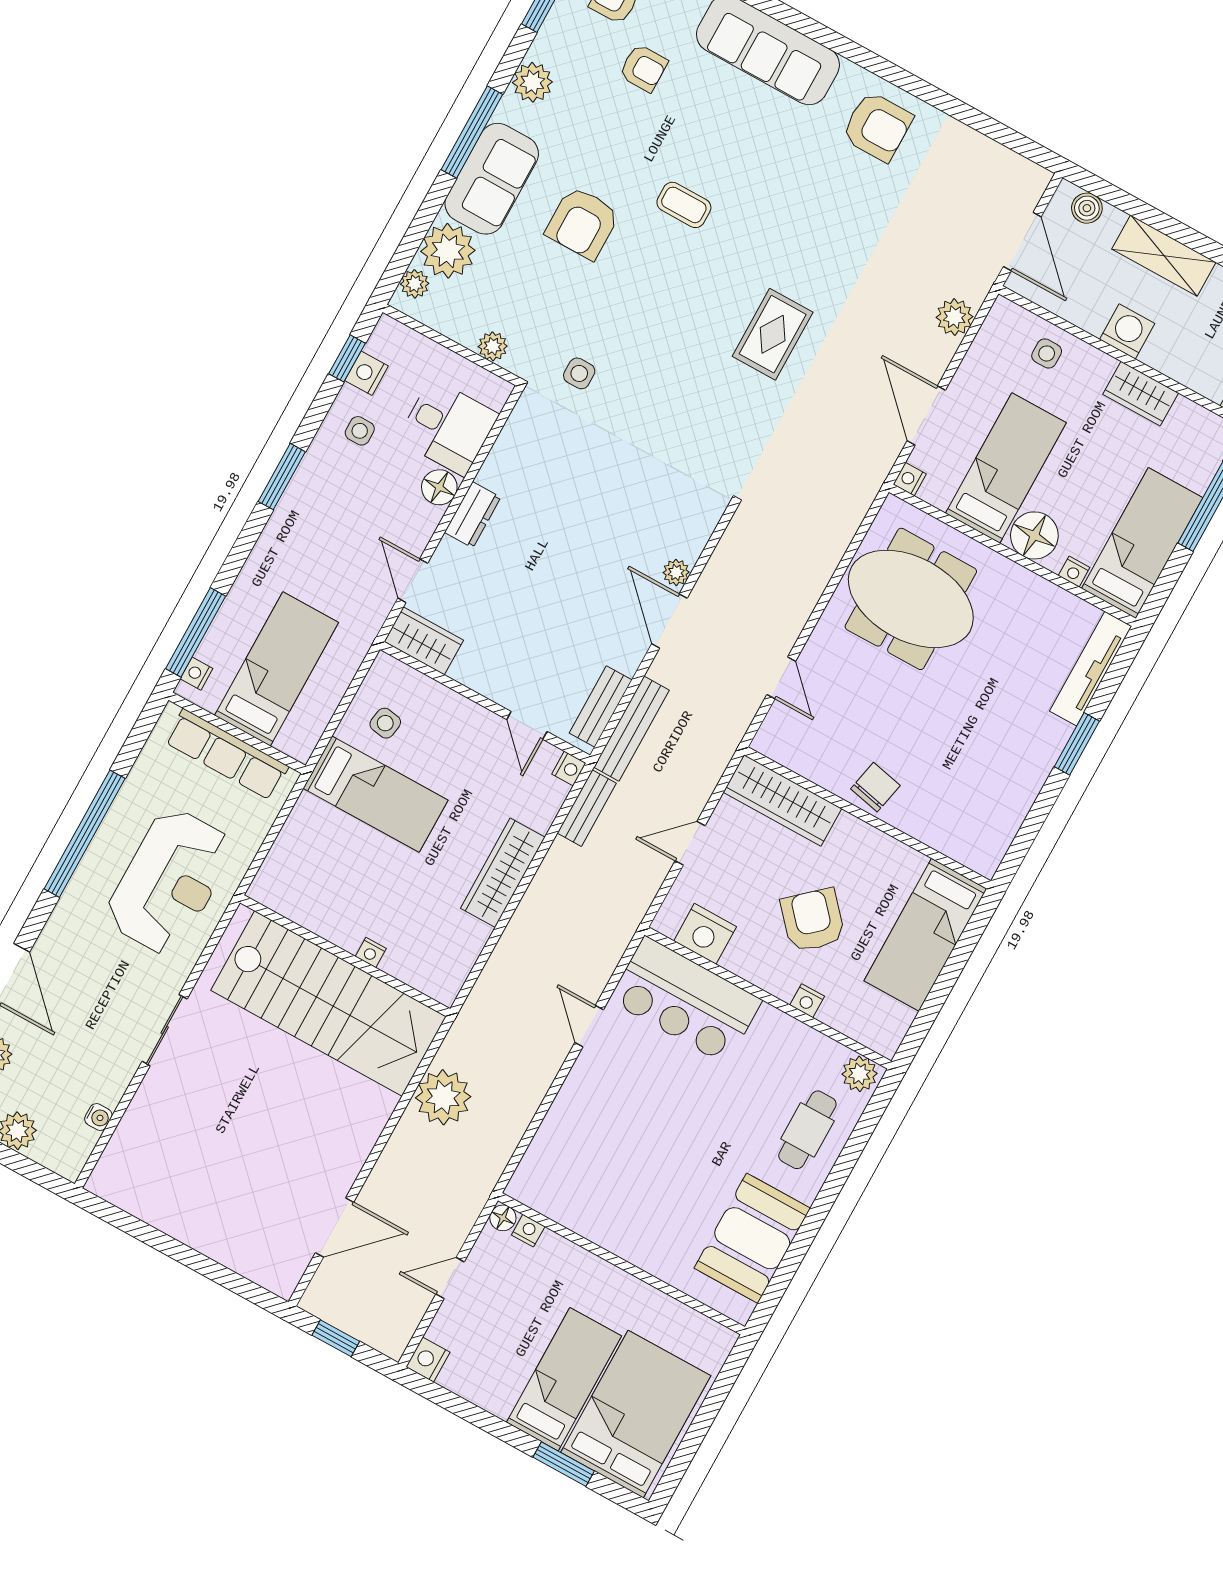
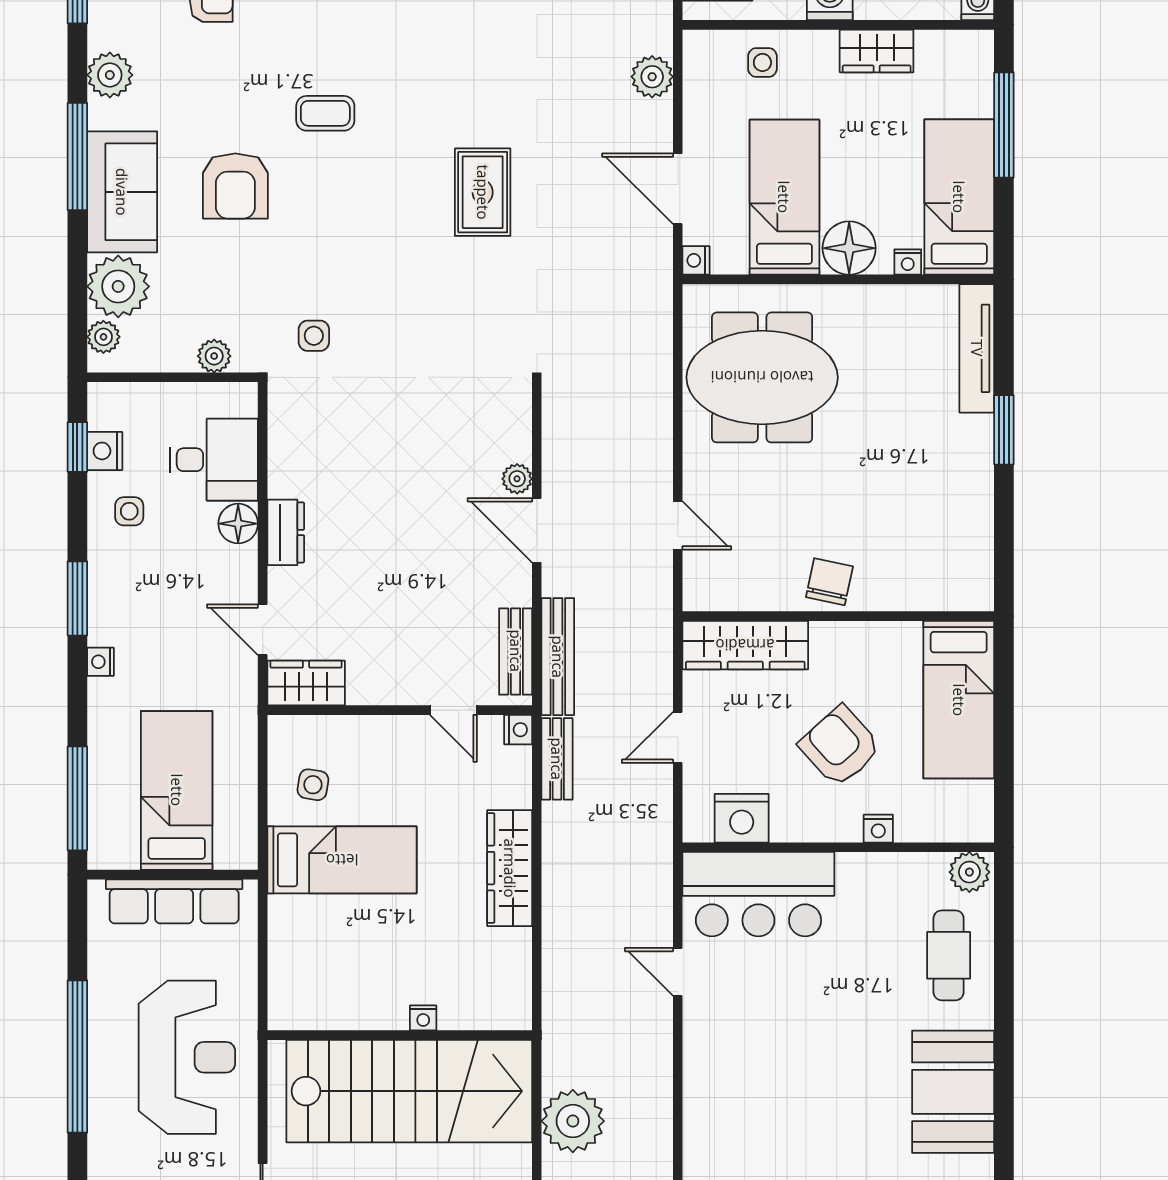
nightstand: (196, 674) -> (101, 662), moved

